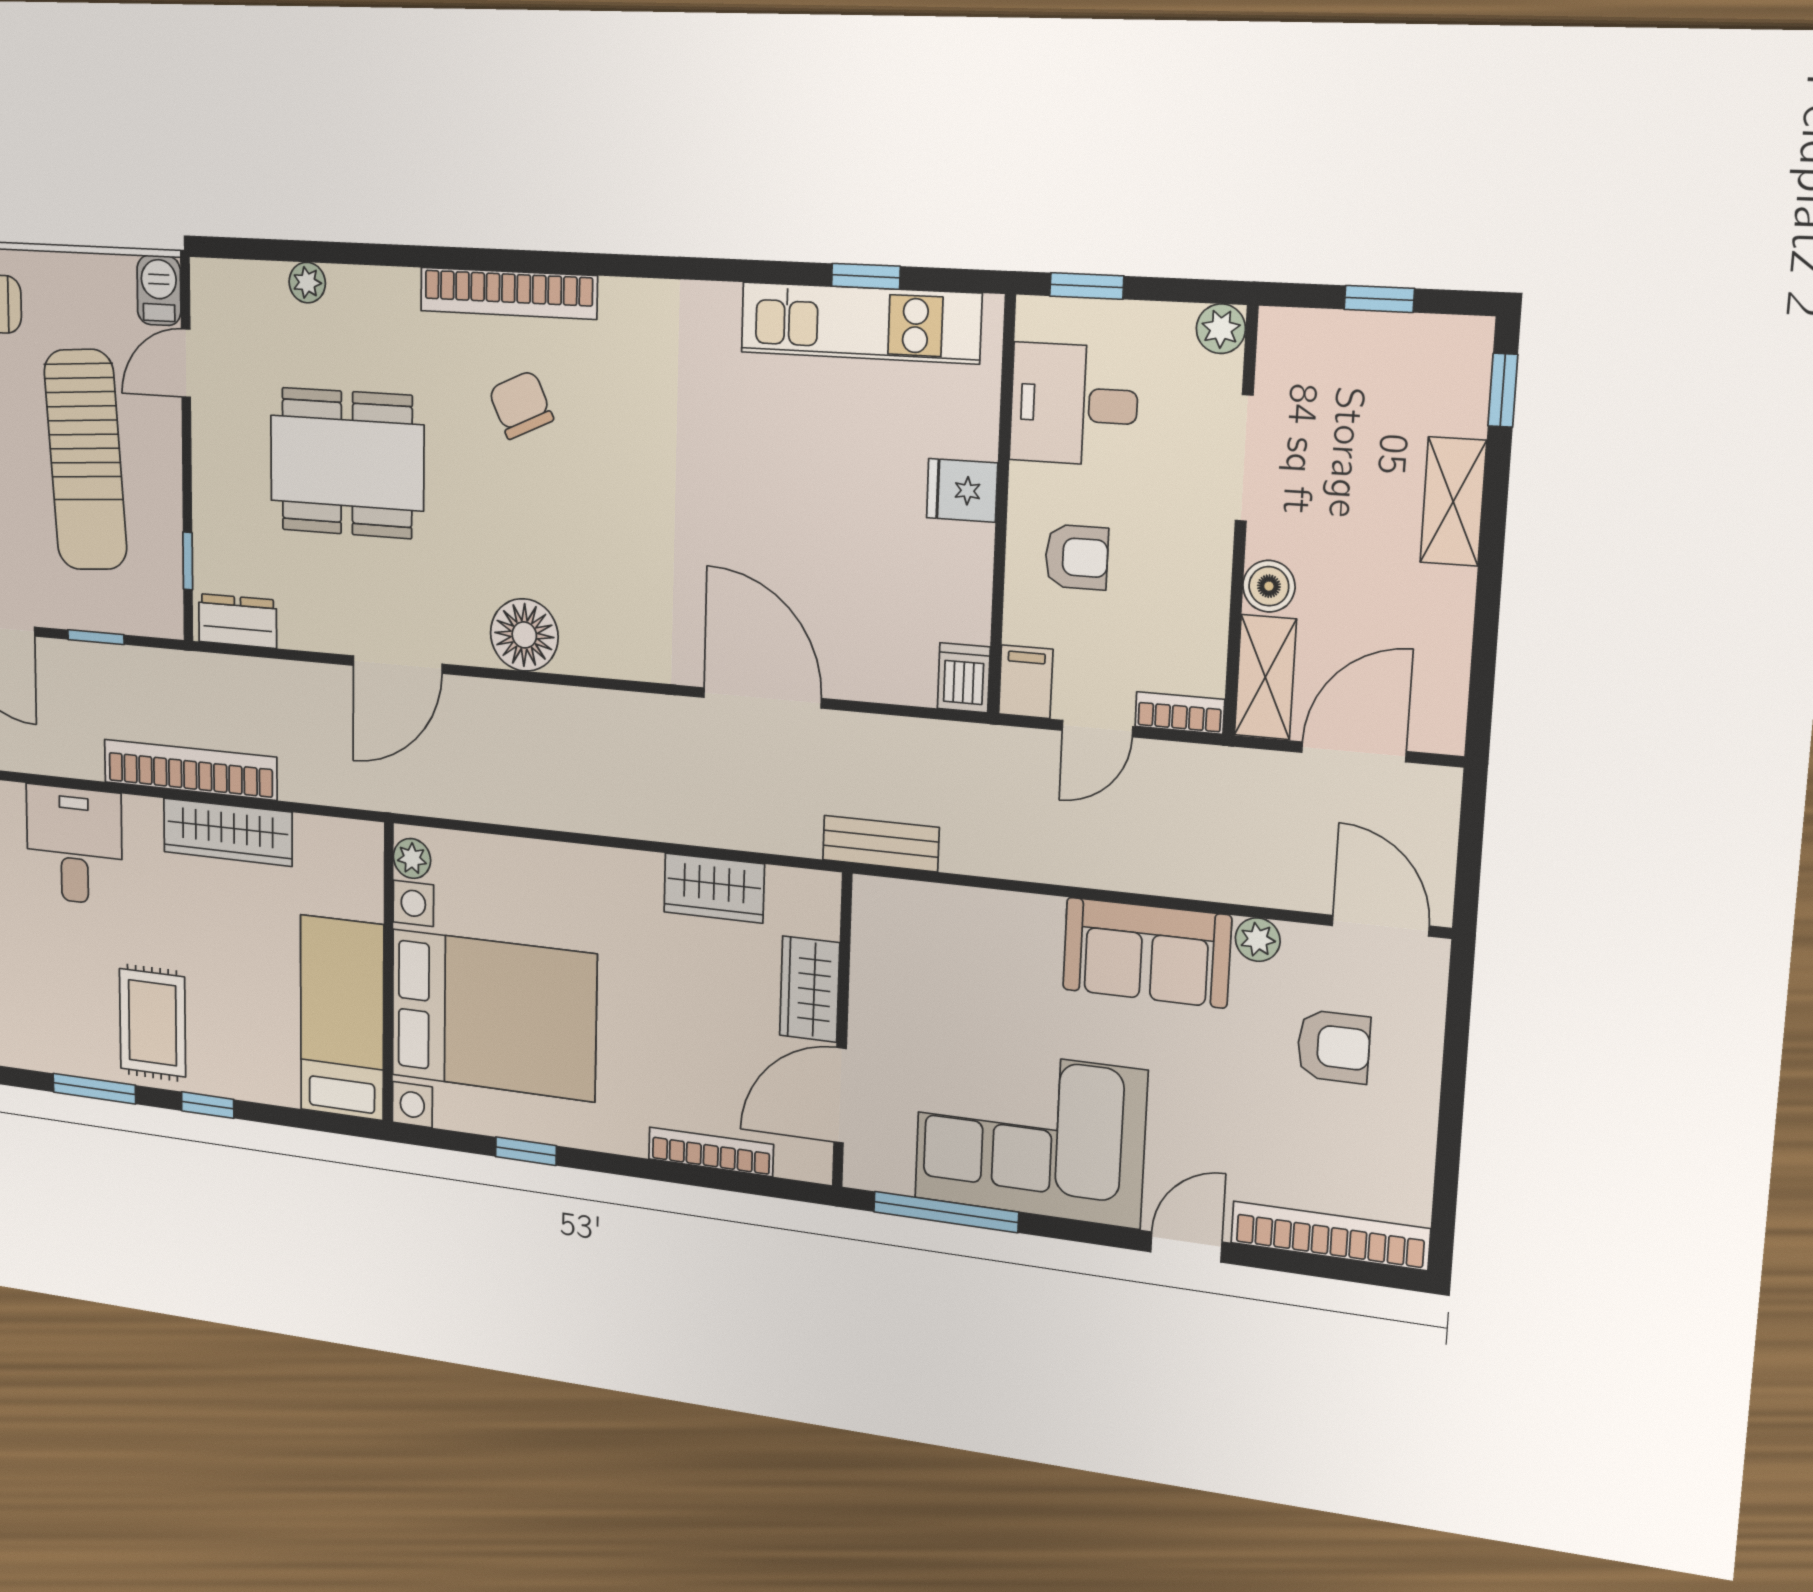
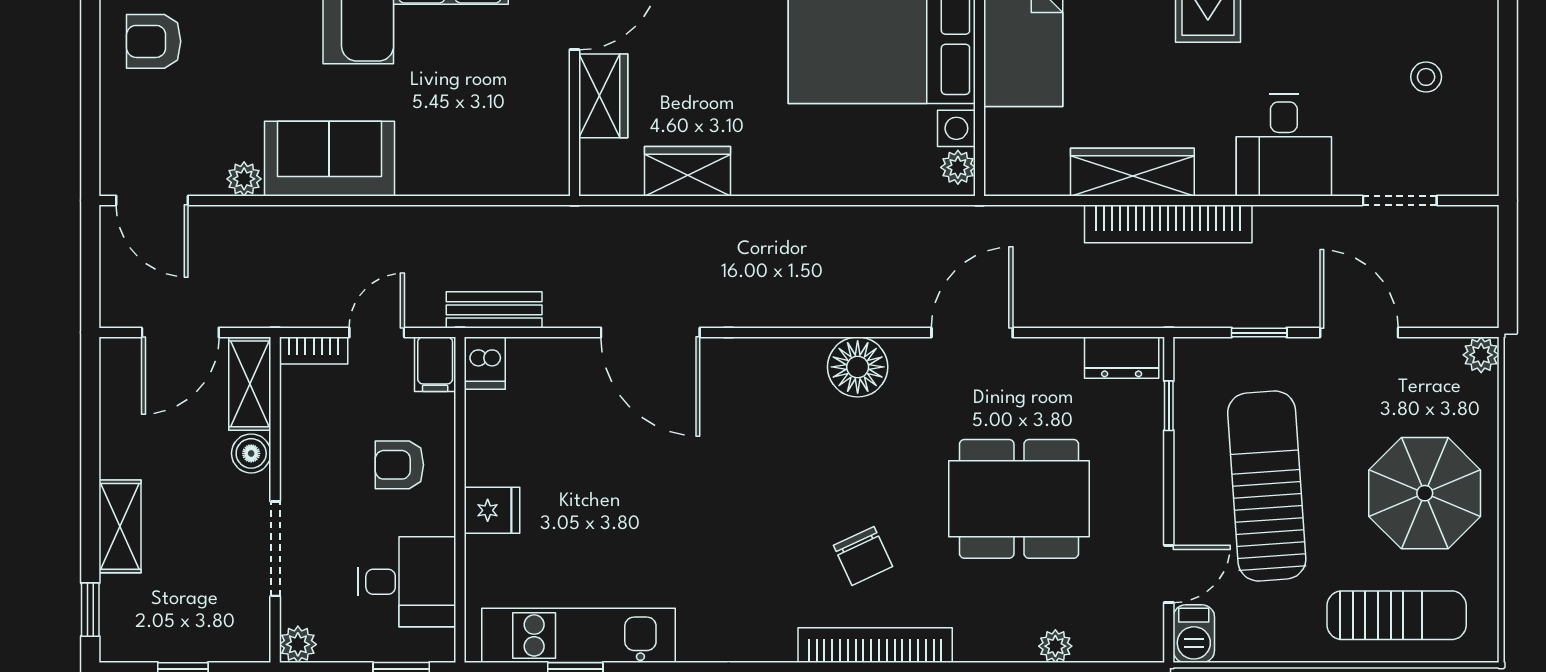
bench: (881, 844) -> (494, 310), moved
armchair: (1333, 1047) -> (154, 41), moved

